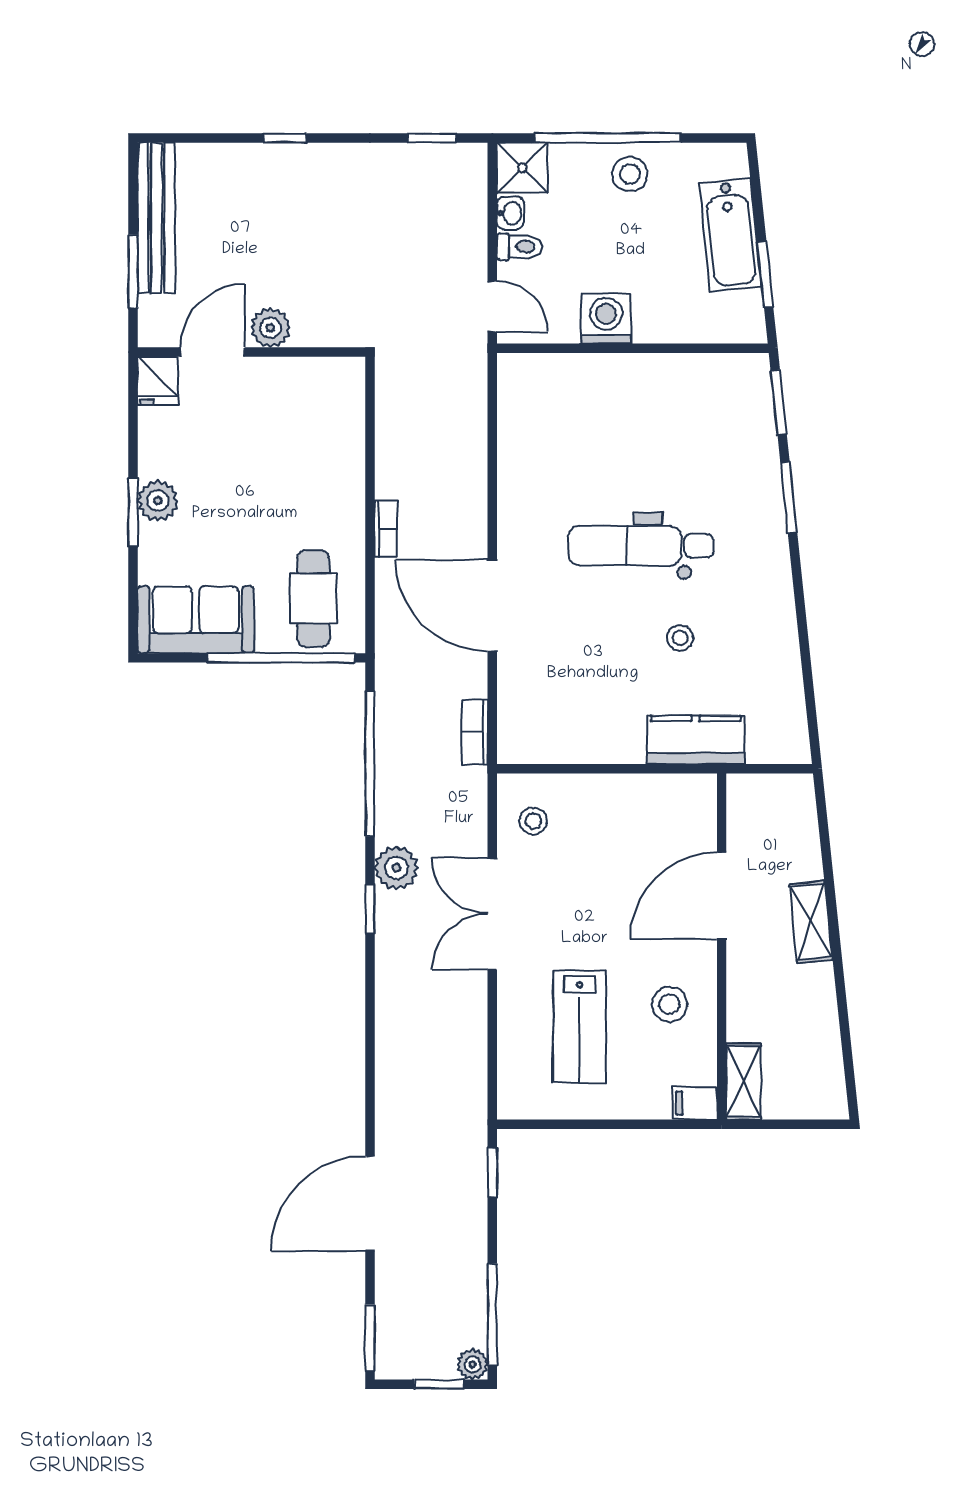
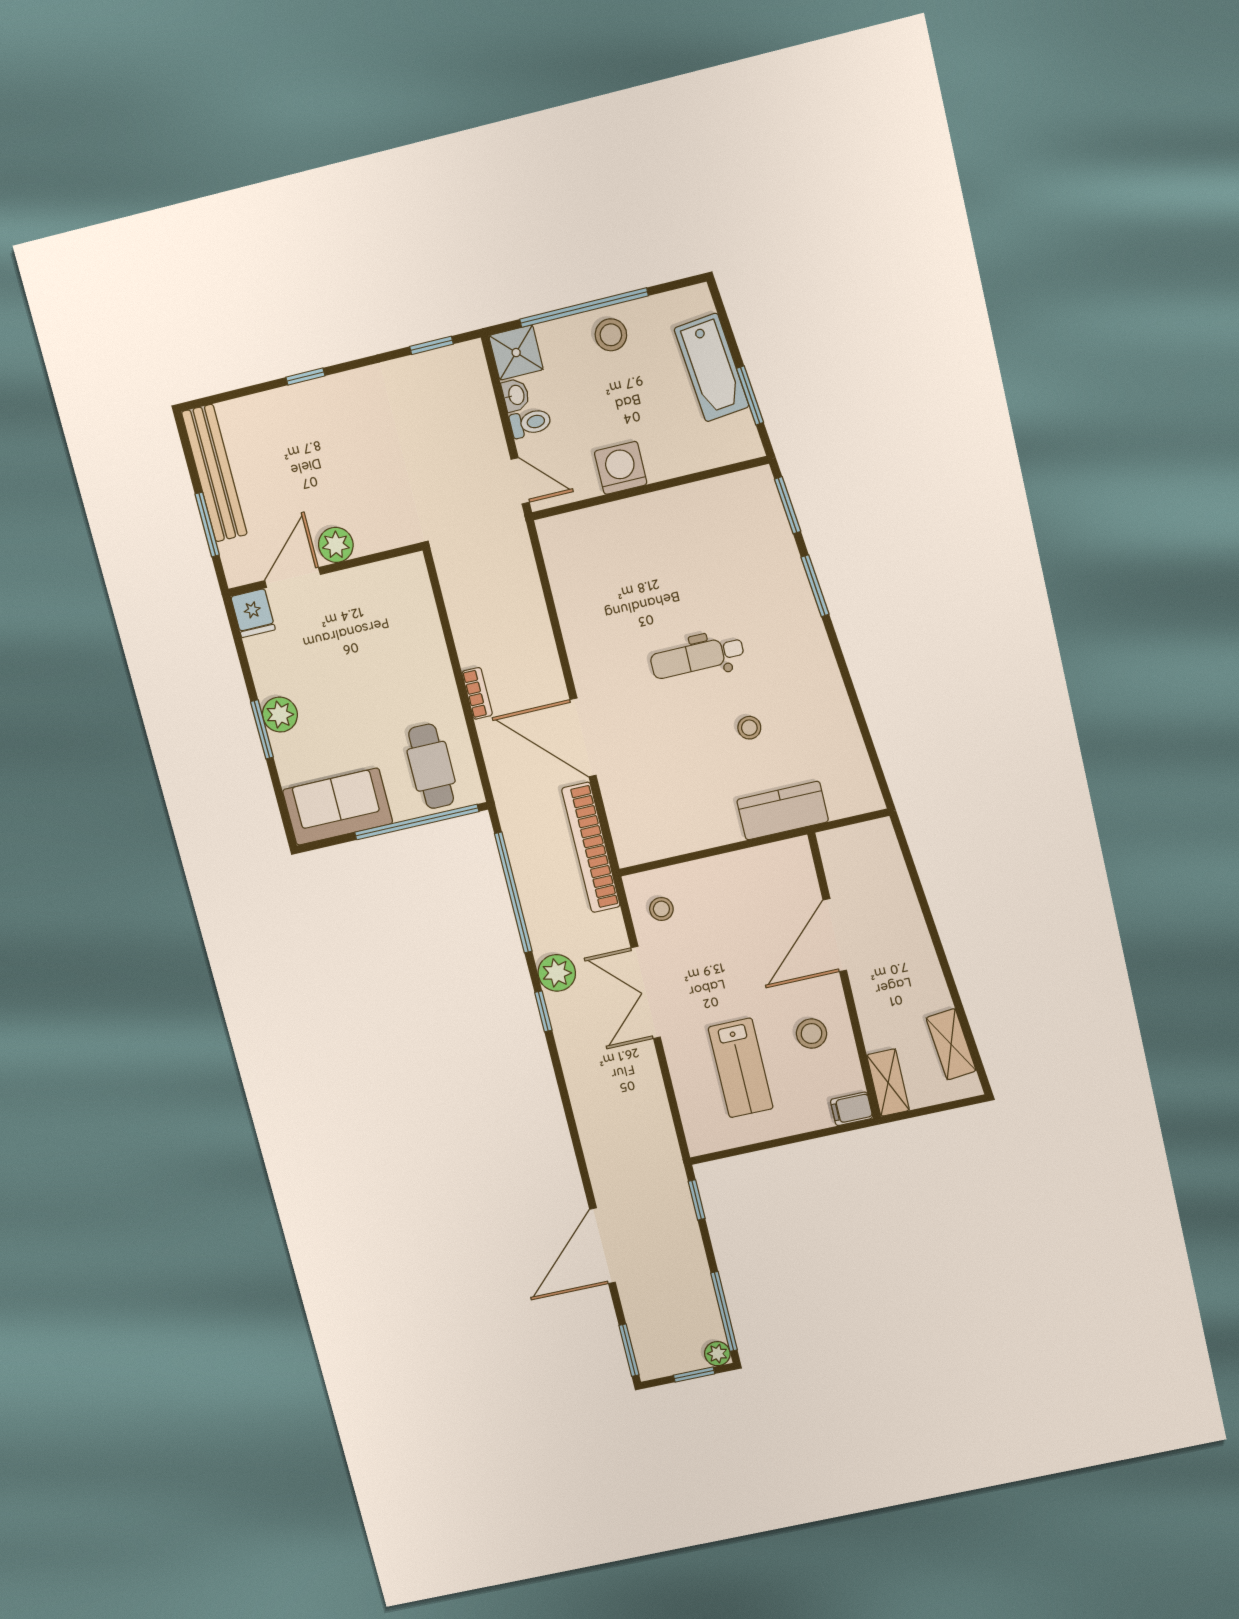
dental chair: (641, 546) -> (697, 657), width x0.73, depth x0.72
bookcase: (475, 732) -> (591, 847), width x2.31, depth x1.31
shelving: (811, 922) -> (951, 1044), moved

